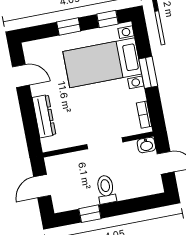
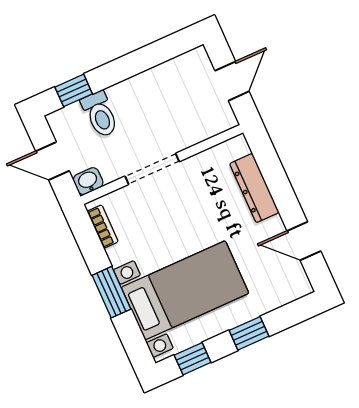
toilet: (106, 189) -> (100, 114), moved
window: (90, 214) -> (74, 90), moved

